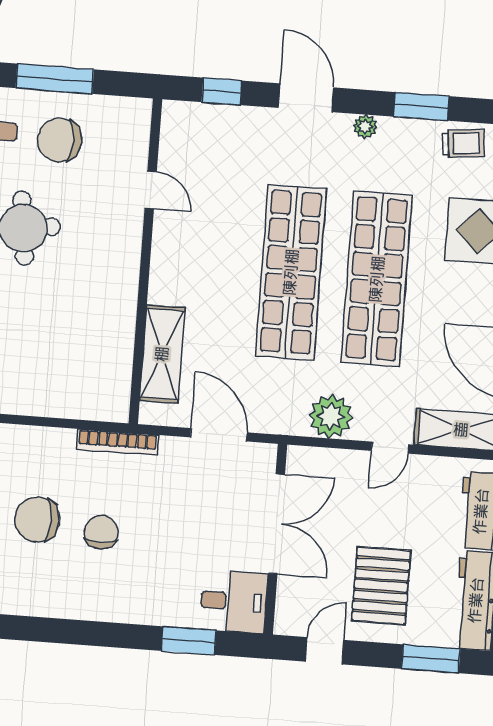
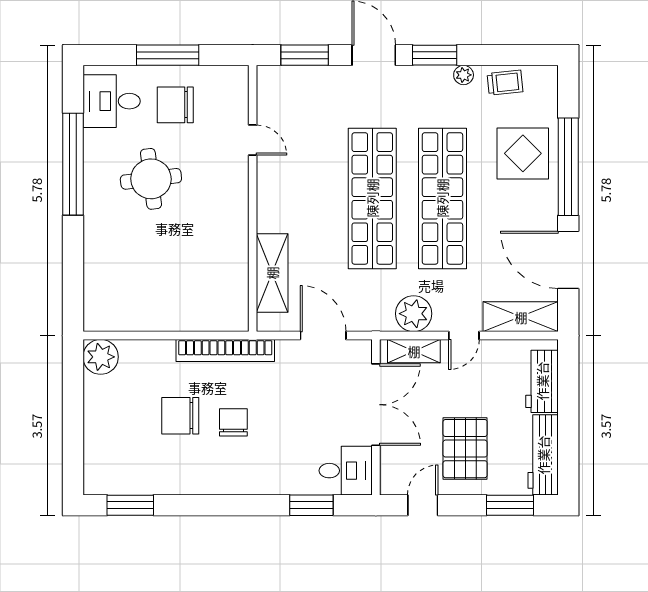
window: (222, 91) -> (305, 55), width x1.50
window: (421, 106) -> (435, 55), moved
plant: (365, 126) -> (464, 75), moved
bookcase: (118, 442) -> (225, 350), width x1.48, depth x1.31
shelving: (328, 462) -> (414, 351), added

